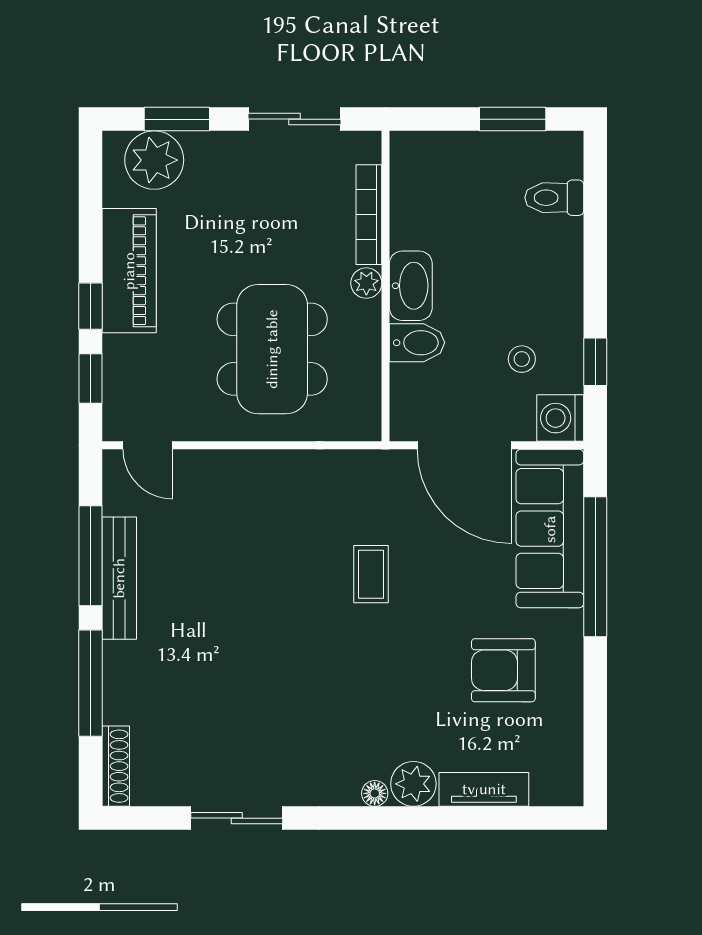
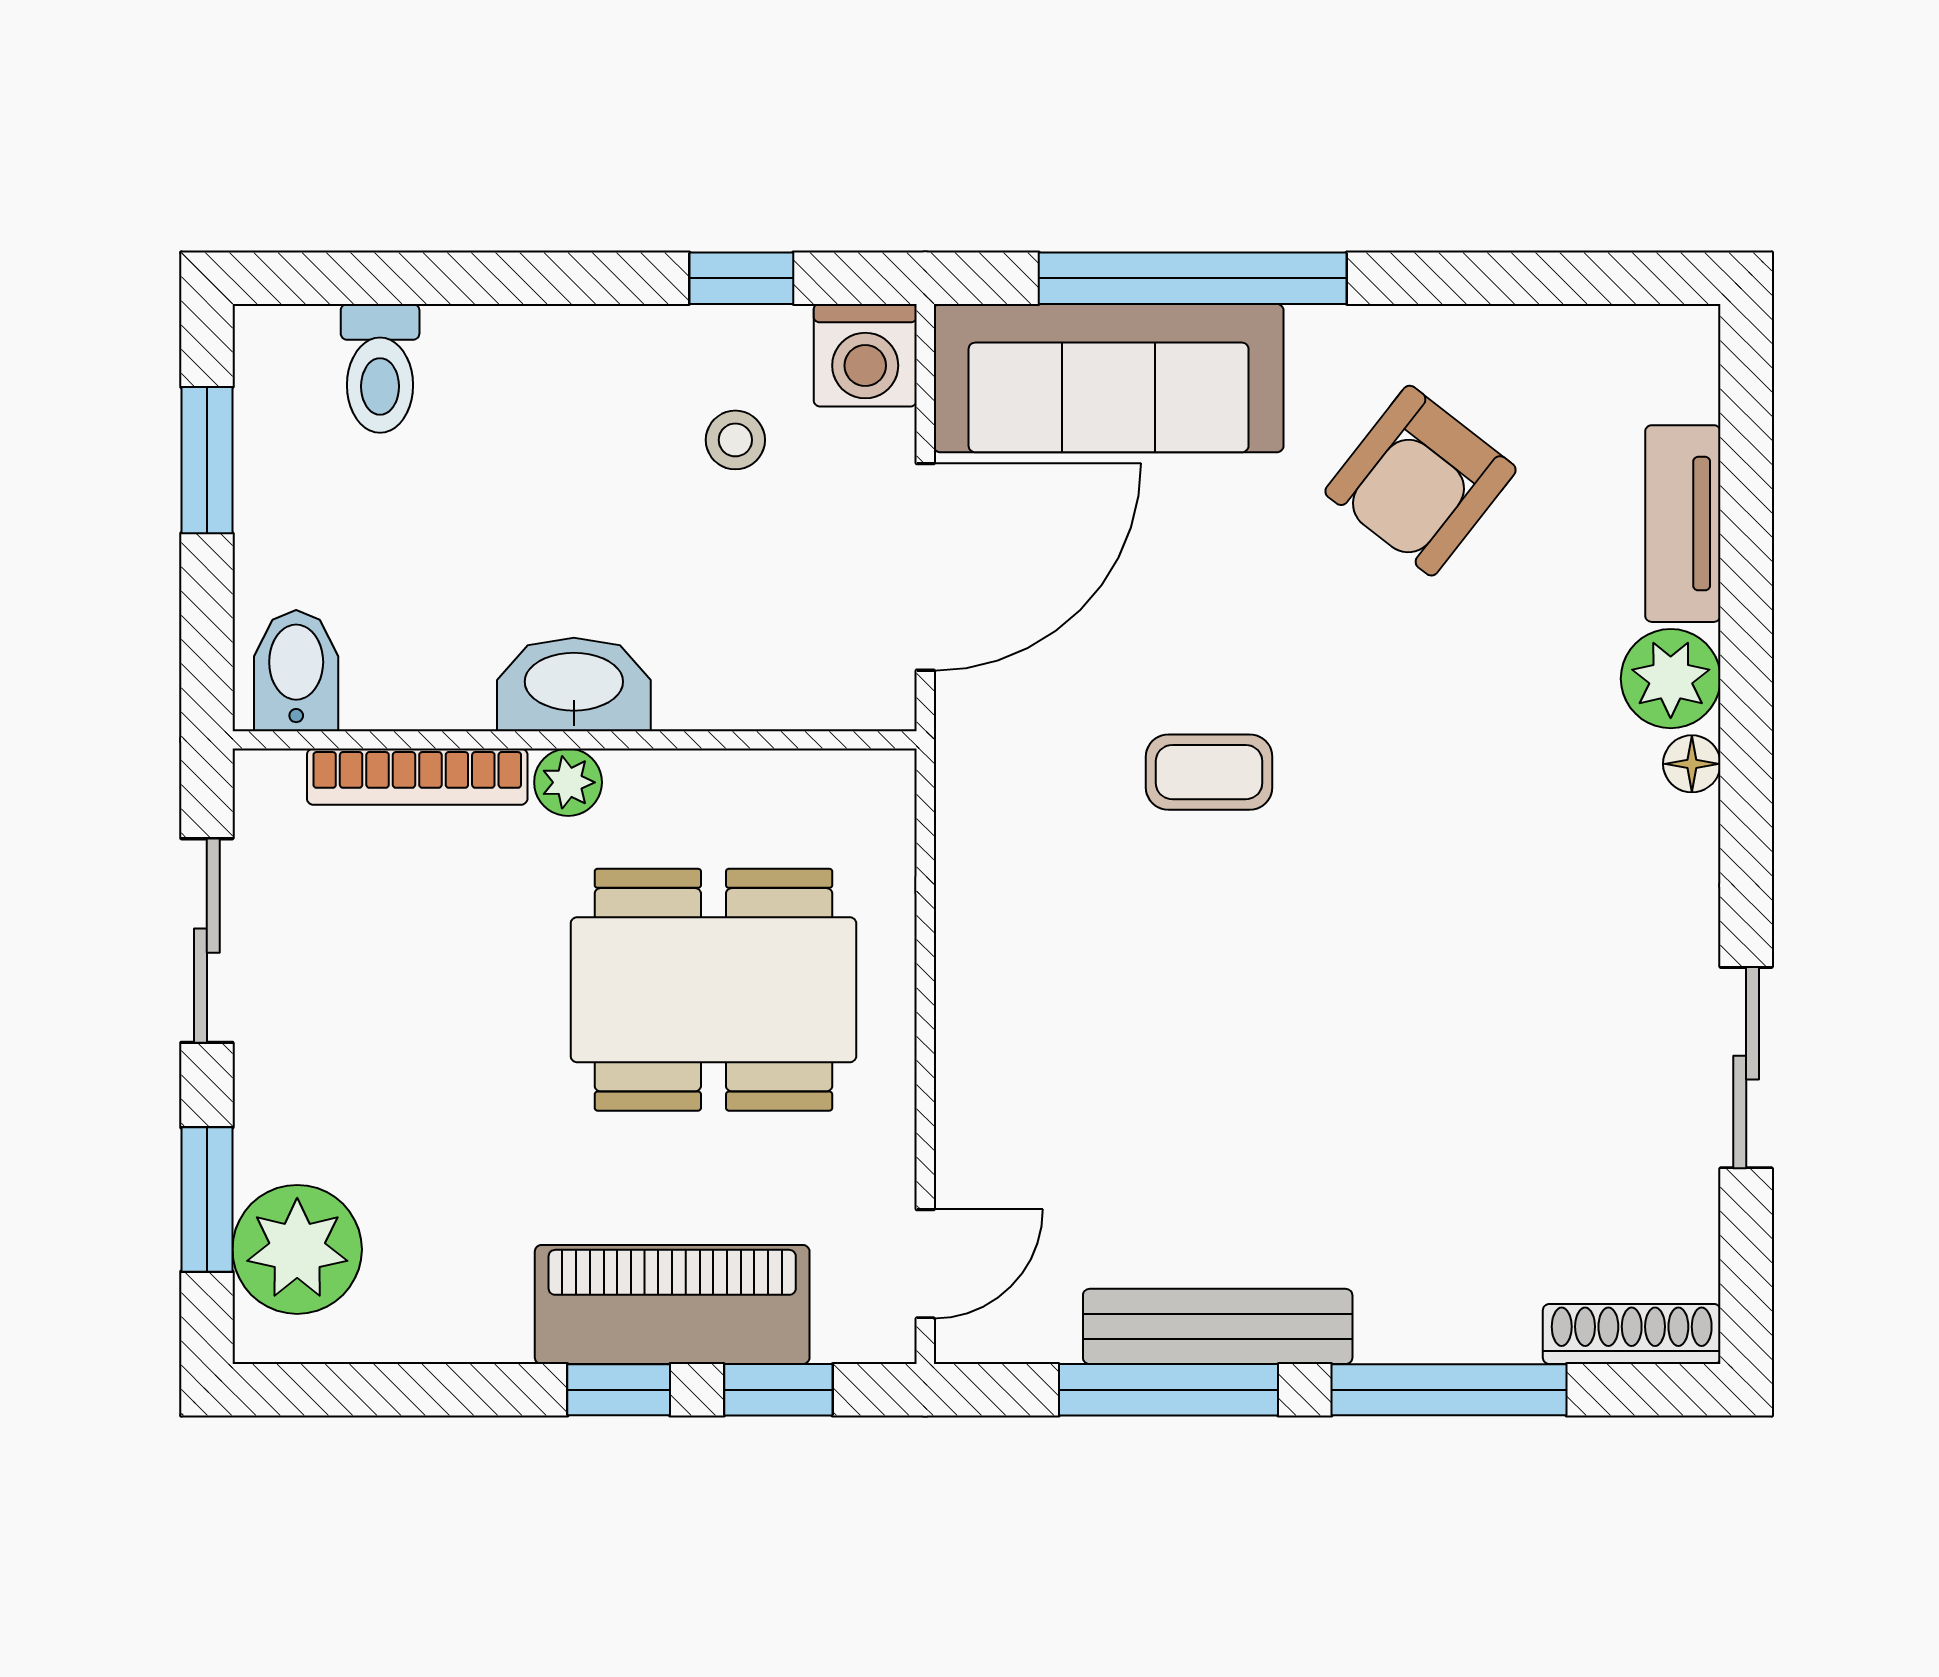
piano: (129, 271) -> (672, 1305), moved
bidet: (417, 343) -> (296, 671), moved
armchair: (503, 670) -> (1421, 481), turned 38

